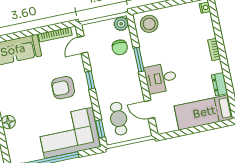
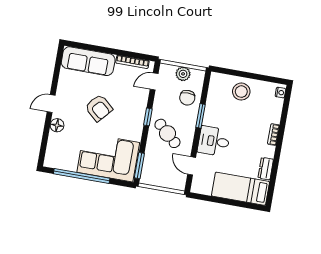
plant: (121, 24) -> (183, 74), moved
stool: (149, 24) -> (241, 92), moved
armchair: (63, 88) -> (99, 108), moved, turned -139
cafe table: (119, 119) -> (167, 133), moved, turned -48
window: (100, 129) -> (139, 166), width x1.50

